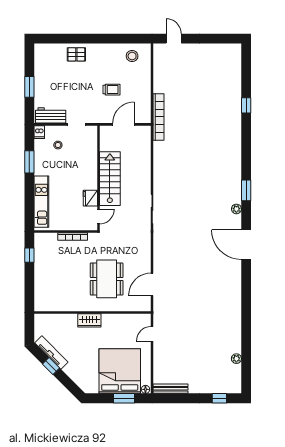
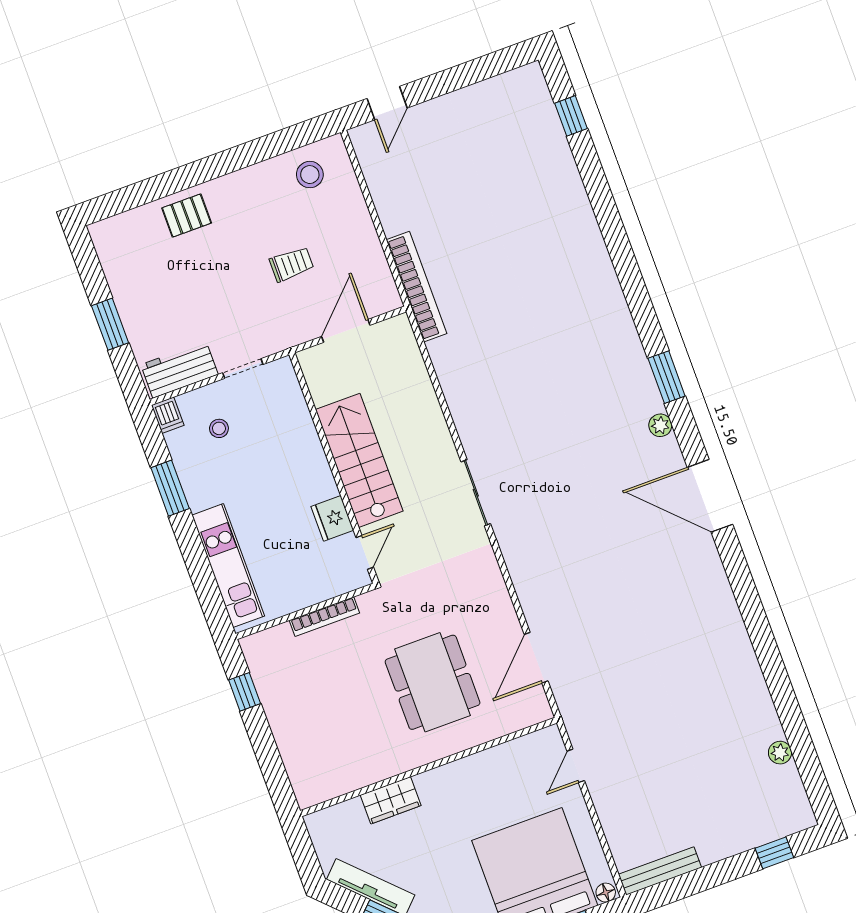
door: (174, 39) -> (387, 103), swing flipped
window: (246, 105) -> (571, 116), moved
wardrobe: (89, 320) -> (391, 800), moved

